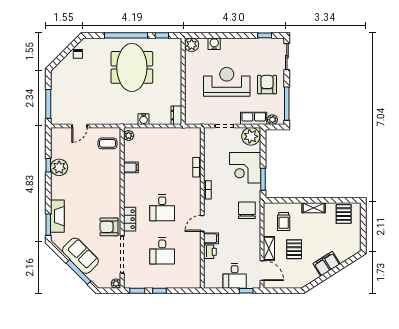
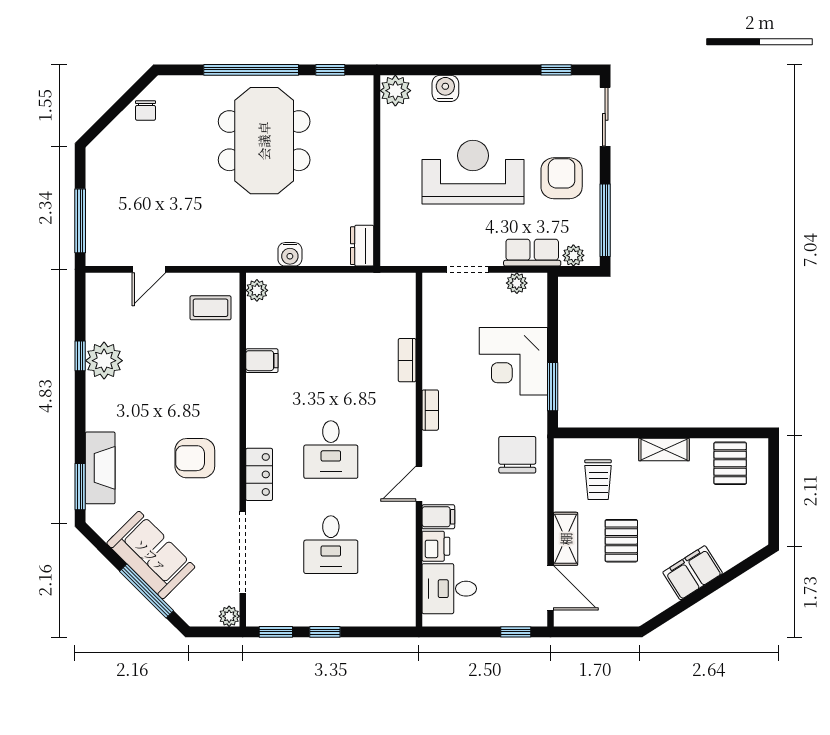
plant: (251, 136) -> (517, 283), width x0.53, depth x0.53
armchair: (109, 227) -> (195, 458), moved
desk: (235, 276) -> (449, 589), moved, turned 90

